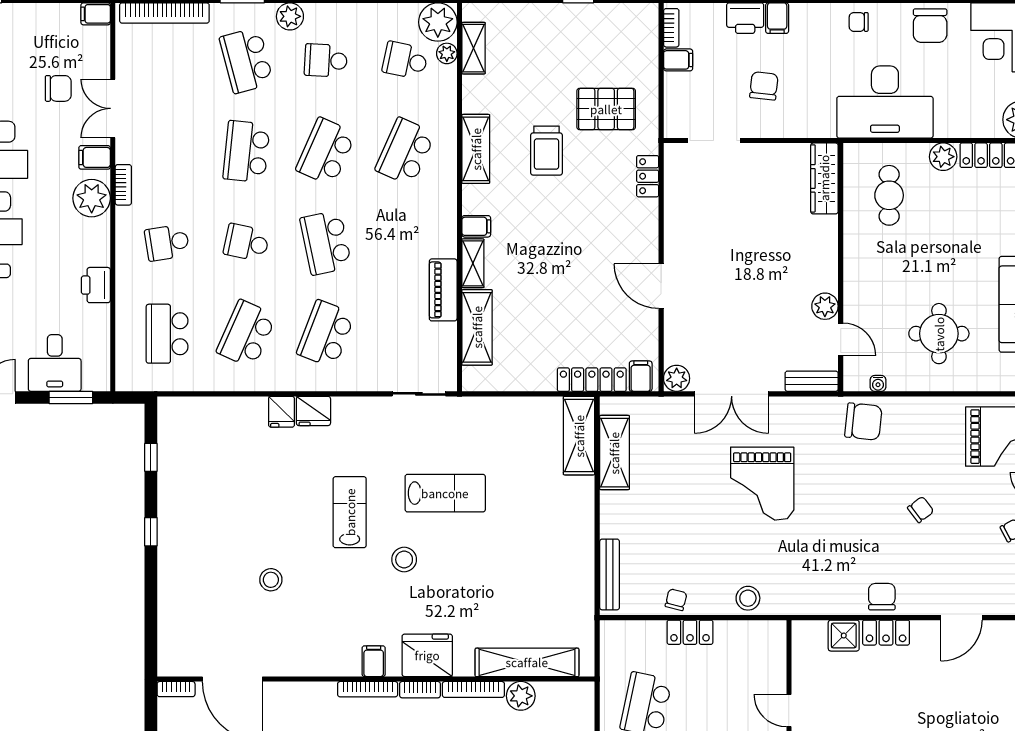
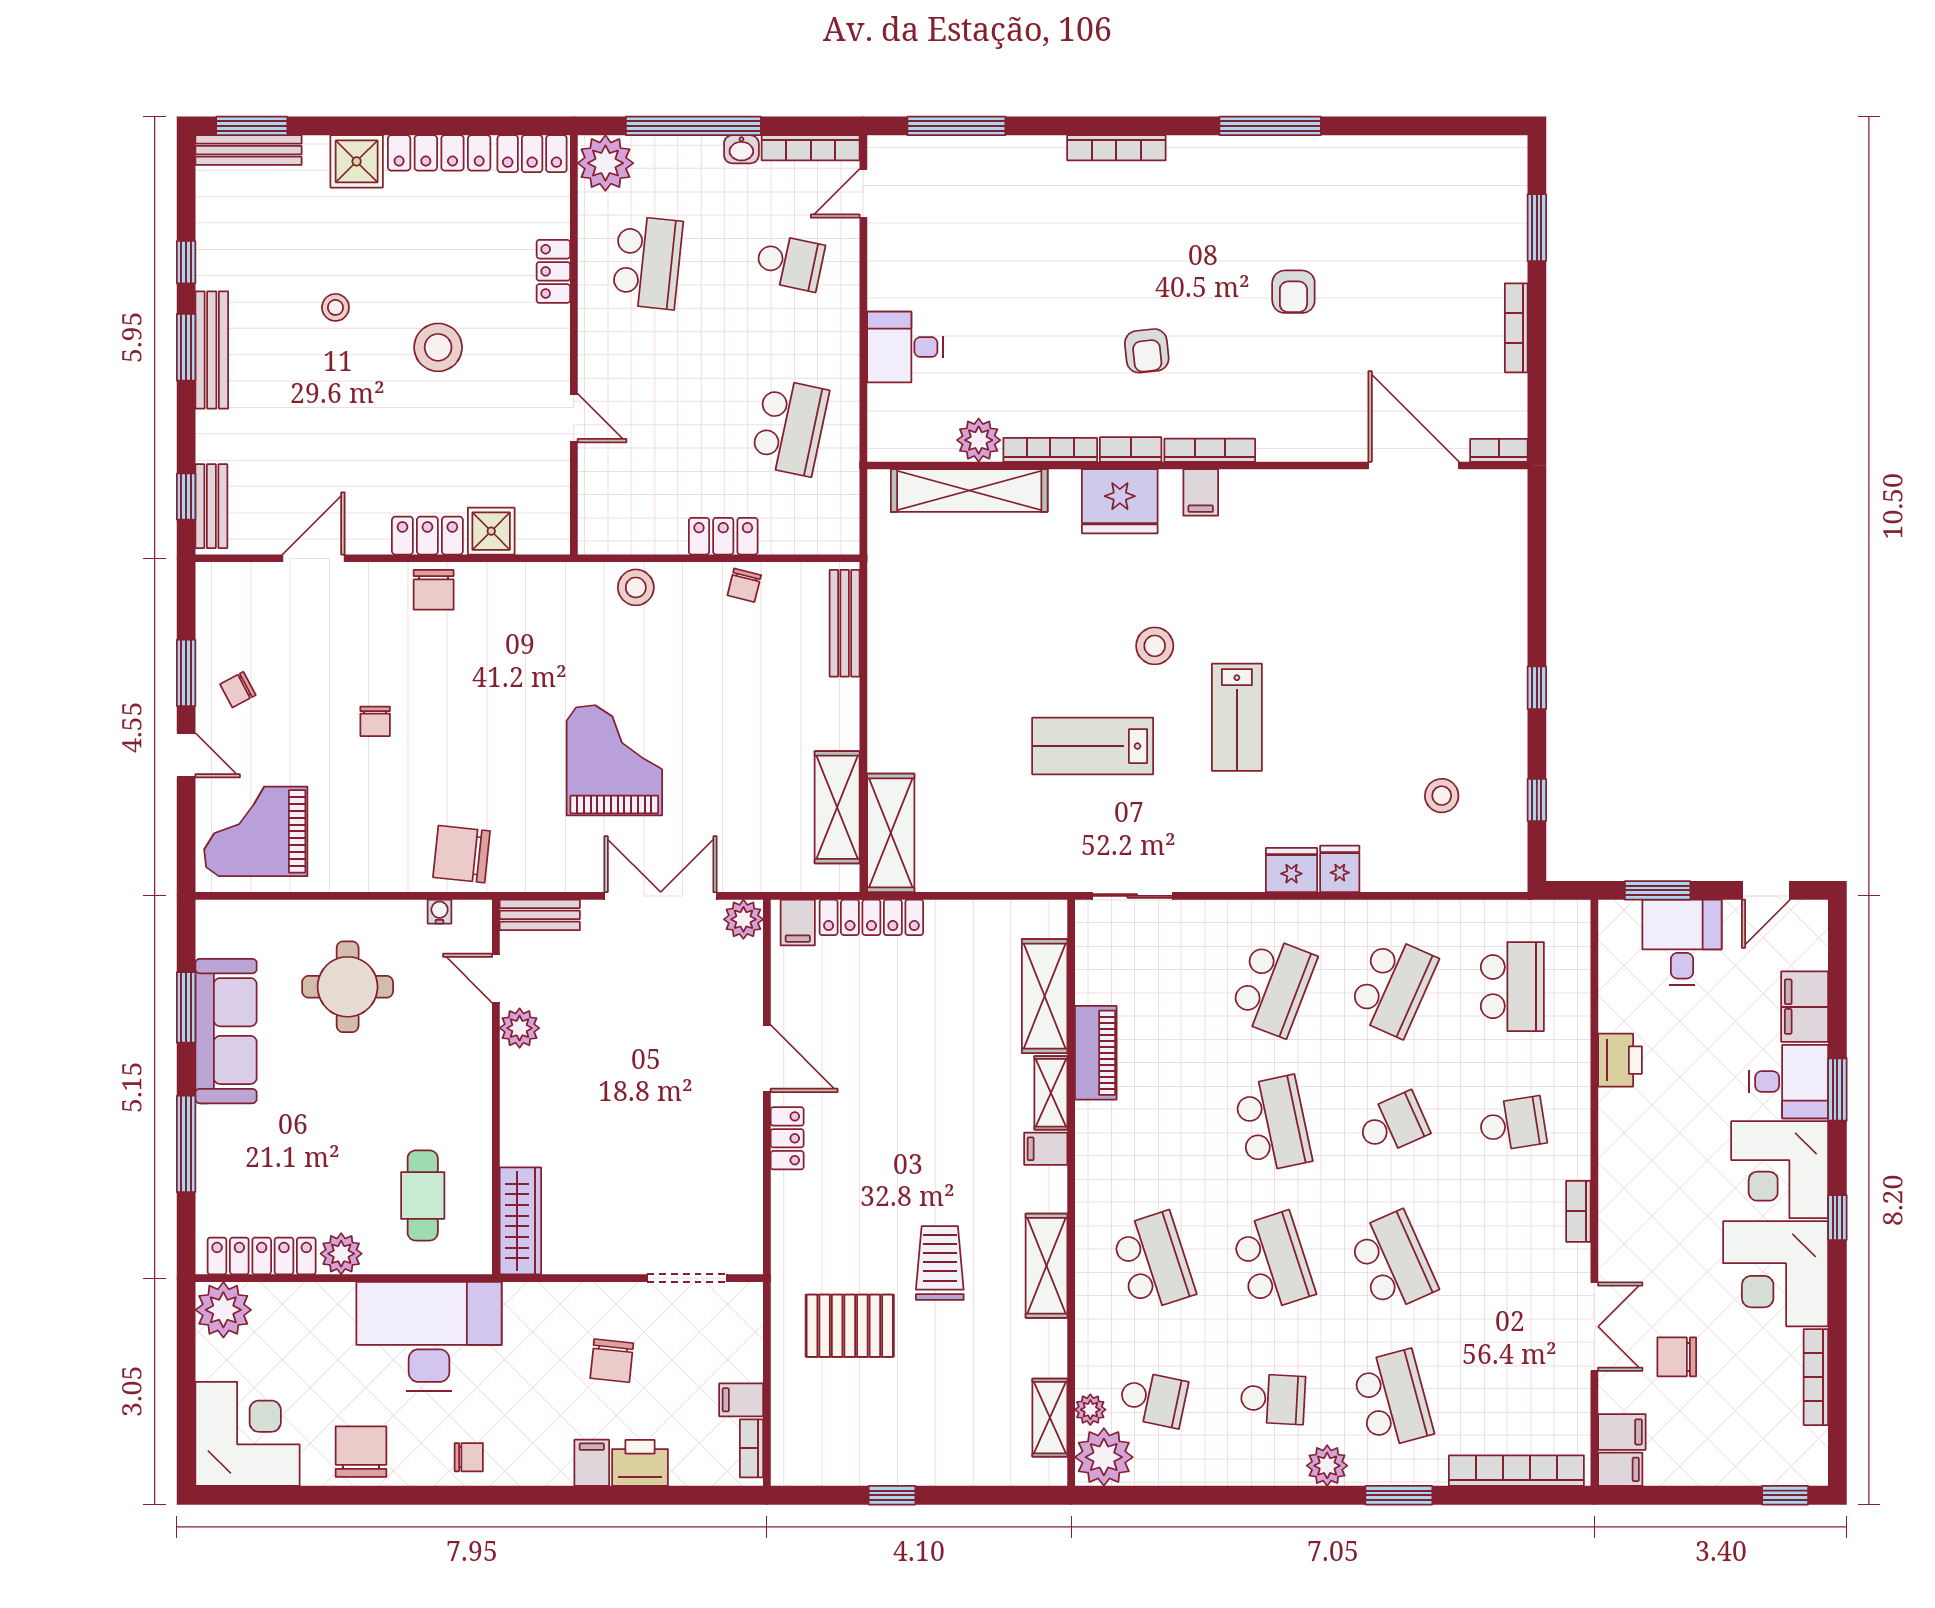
school desk: (246, 152) -> (1393, 1262), turned -30
school desk: (326, 152) -> (1273, 1262), turned -42
school desk: (405, 152) -> (1153, 1262), turned -42
filing cabinet: (95, 157) -> (1622, 1432), moved
locker: (648, 176) -> (787, 1138), moved
plant: (92, 198) -> (1626, 1191), removed
school desk: (246, 243) -> (1393, 1124), turned -36
chair: (921, 510) -> (375, 721), turned -53
stool: (271, 580) -> (1442, 796), moved

